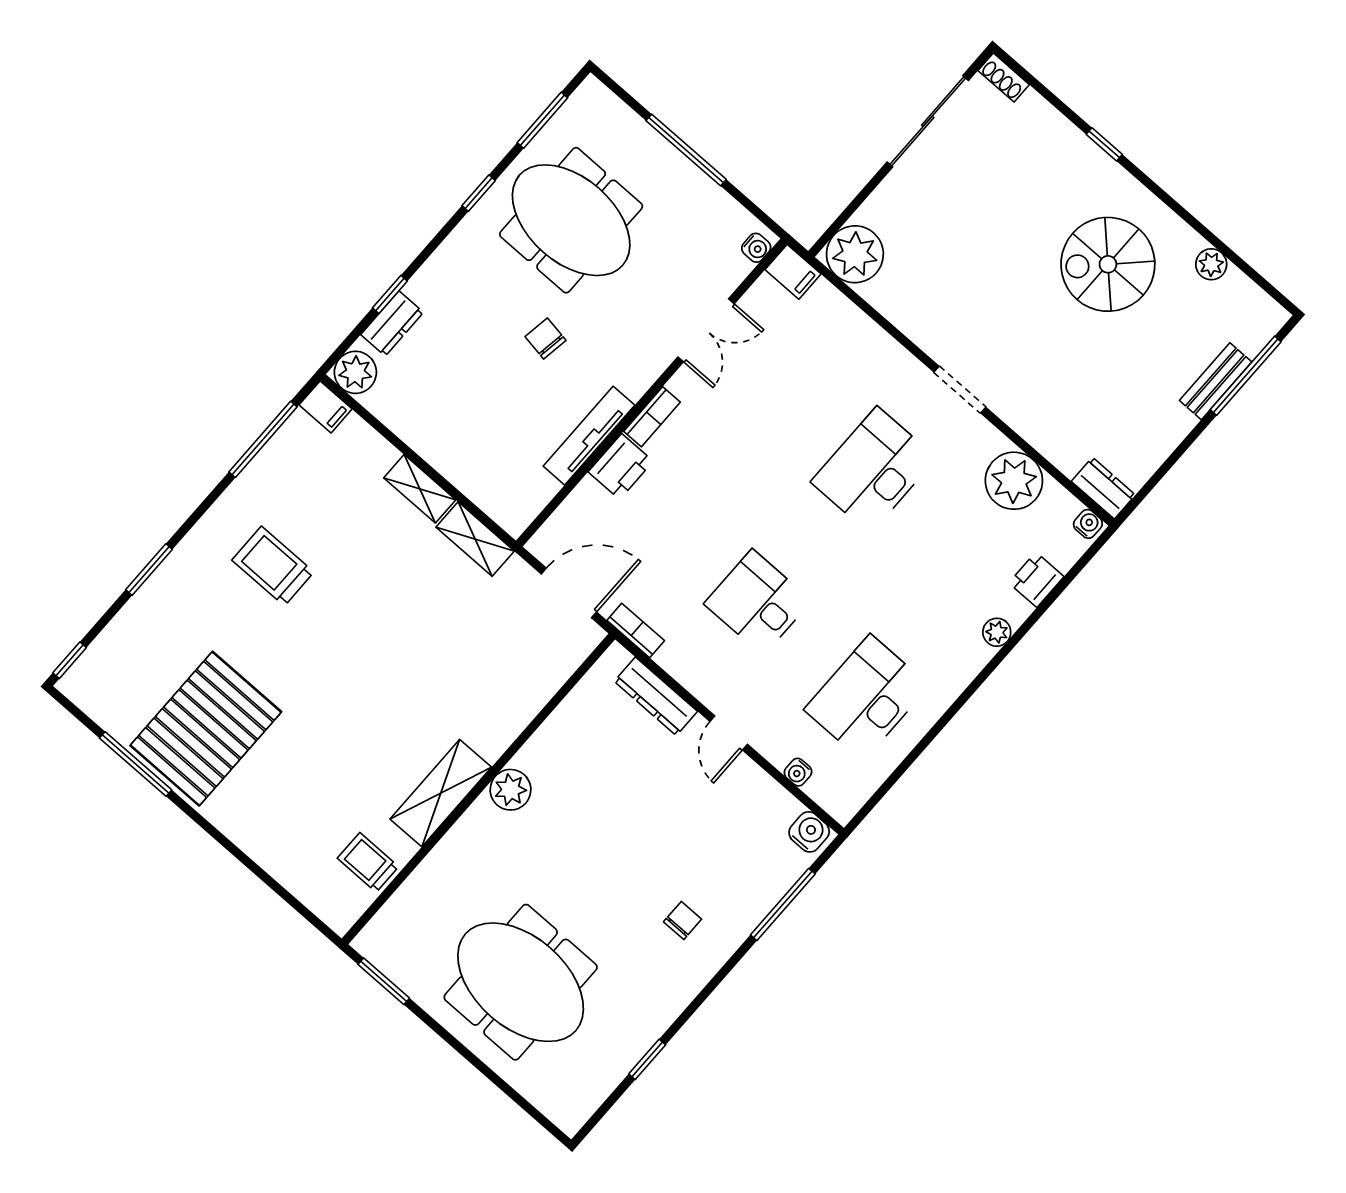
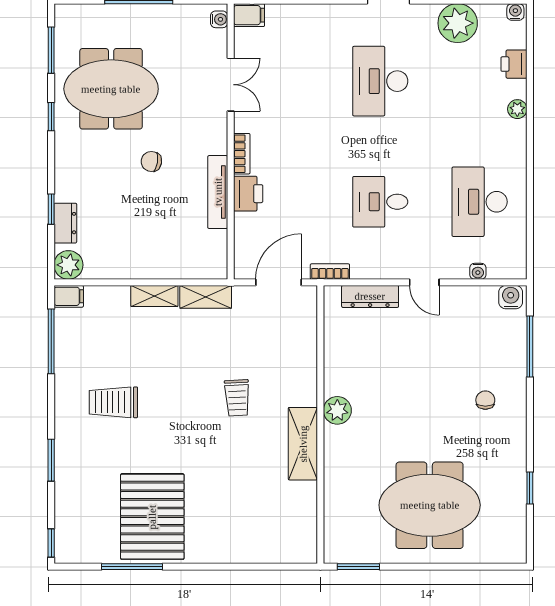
trolley: (368, 862) -> (237, 398), moved, turned -93

